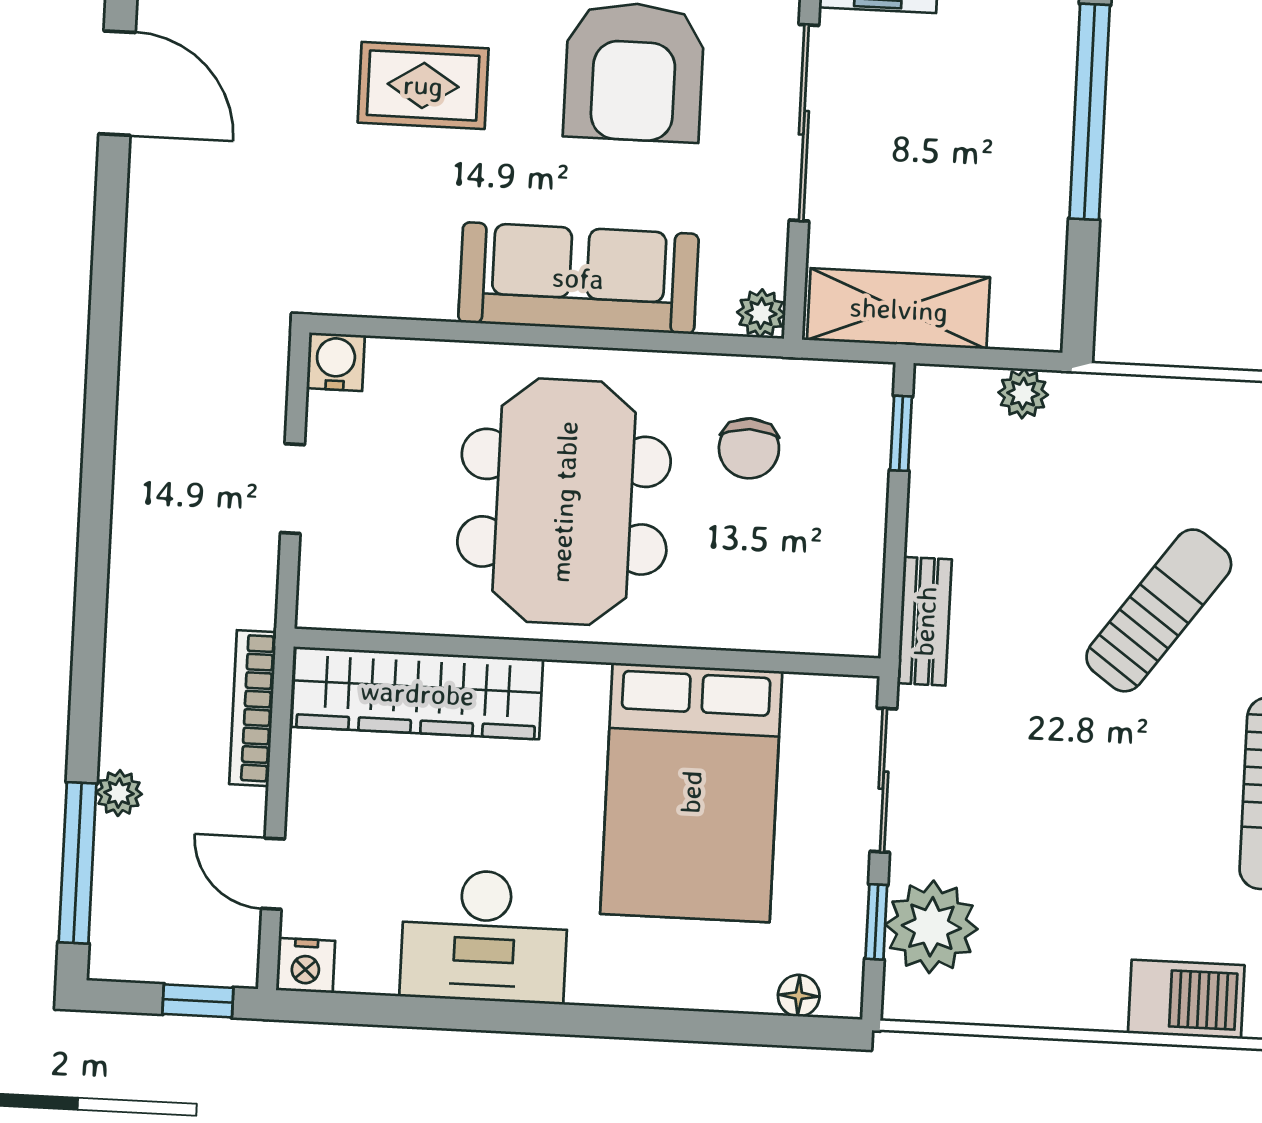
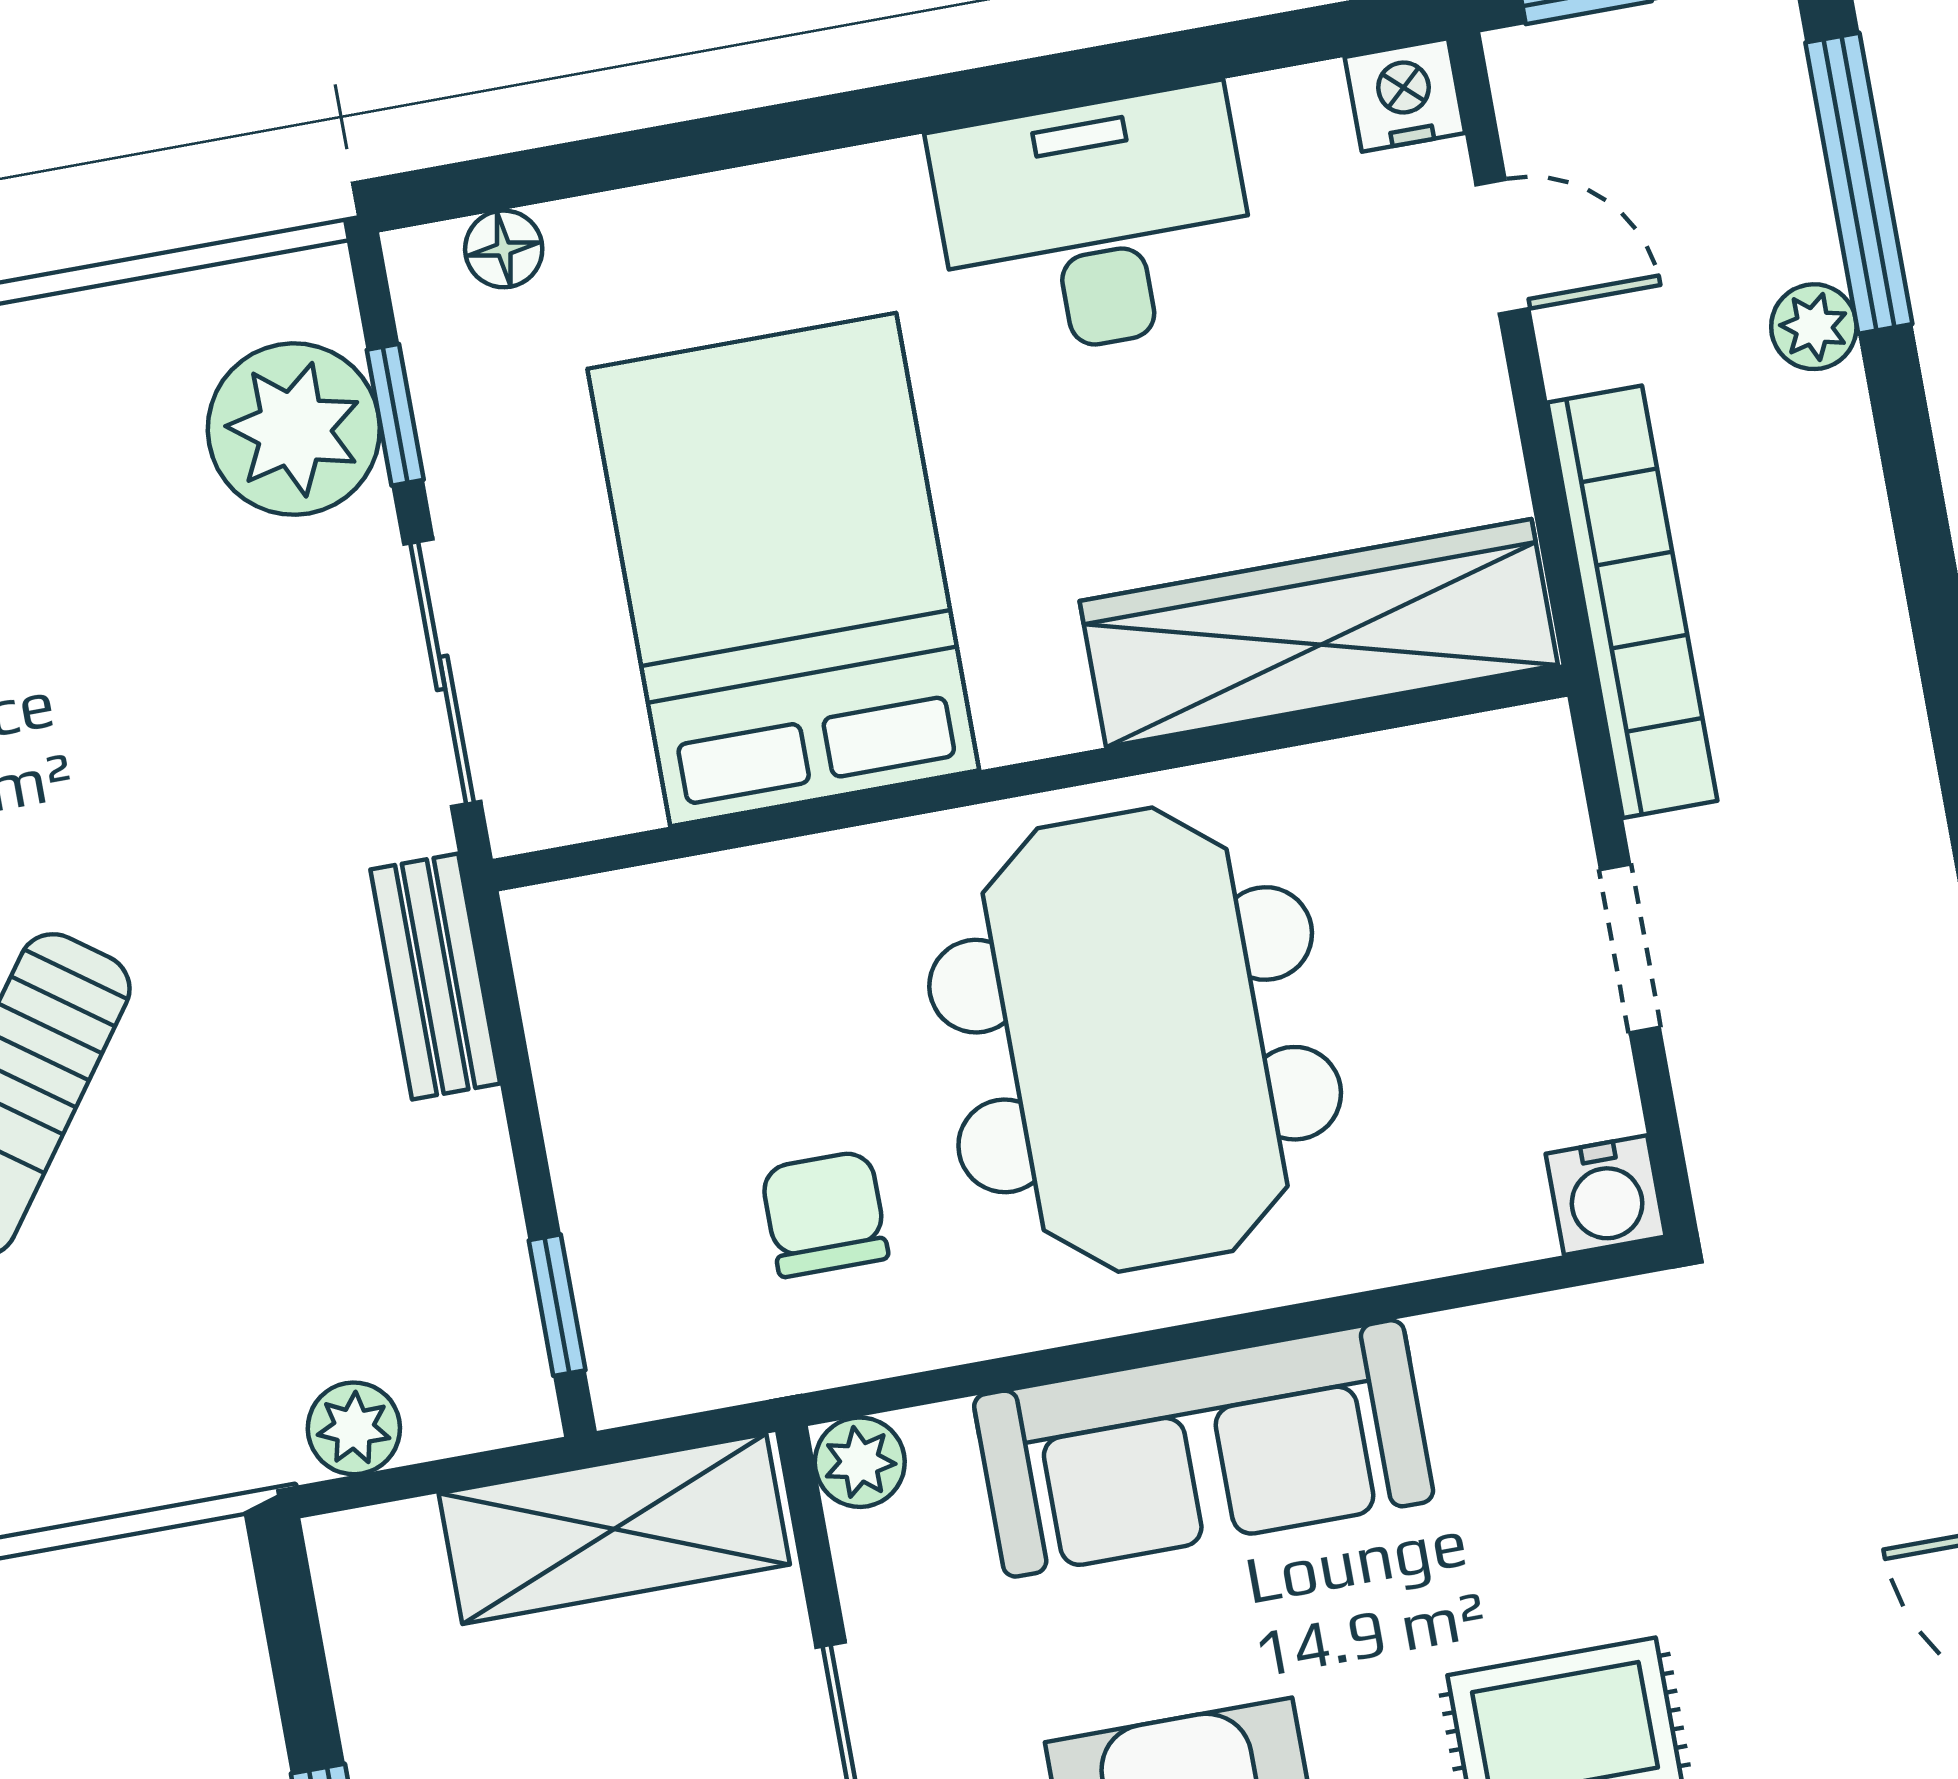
bookcase: (253, 708) -> (1632, 602), width x1.48, depth x1.31

